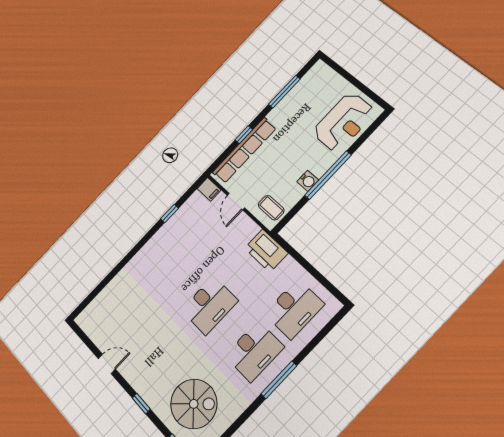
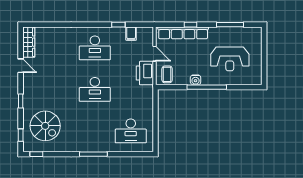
reception desk: (344, 122) -> (230, 59), moved
filing cabinet: (209, 189) -> (131, 34), moved
door: (236, 202) -> (154, 54), swing flipped
printer: (266, 251) -> (145, 73), moved
wardrobe: (93, 330) -> (29, 42), added
desk: (254, 351) -> (95, 48), moved

